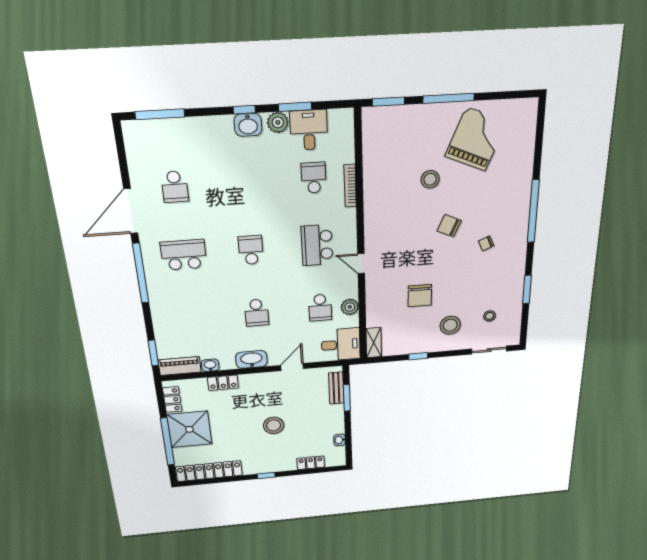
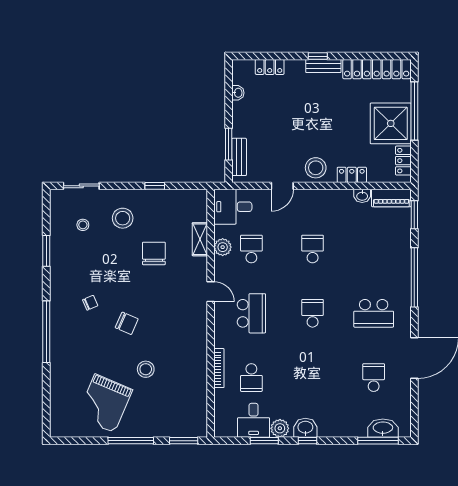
school desk: (251, 250) -> (313, 313), turned 180
window: (141, 273) -> (414, 277), moved
shelving: (374, 343) -> (200, 239), moved
washbasin: (251, 360) -> (383, 428), moved, turned 180
stool: (274, 425) -> (316, 168), moved
bench: (260, 468) -> (323, 66), added

